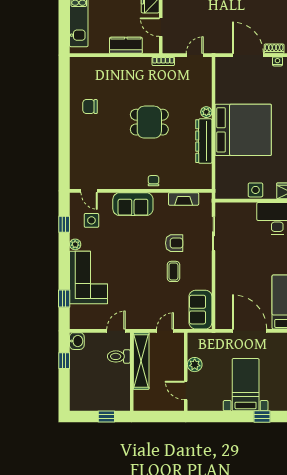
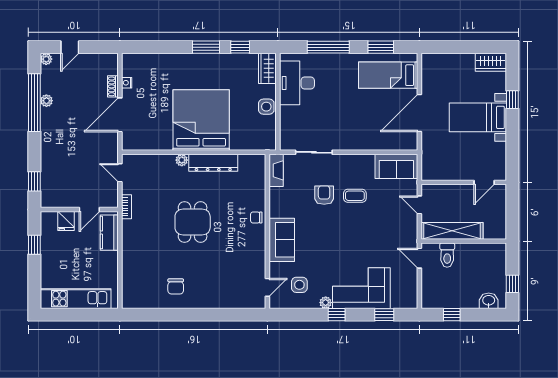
kitchen counter: (126, 45) -> (109, 233), moved
fireplace: (184, 199) -> (276, 170), moved
window: (64, 224) -> (337, 315), moved
washbasin: (77, 341) -> (489, 301), moved
plant: (195, 365) -> (456, 173), removed
window: (106, 416) -> (512, 284), moved

